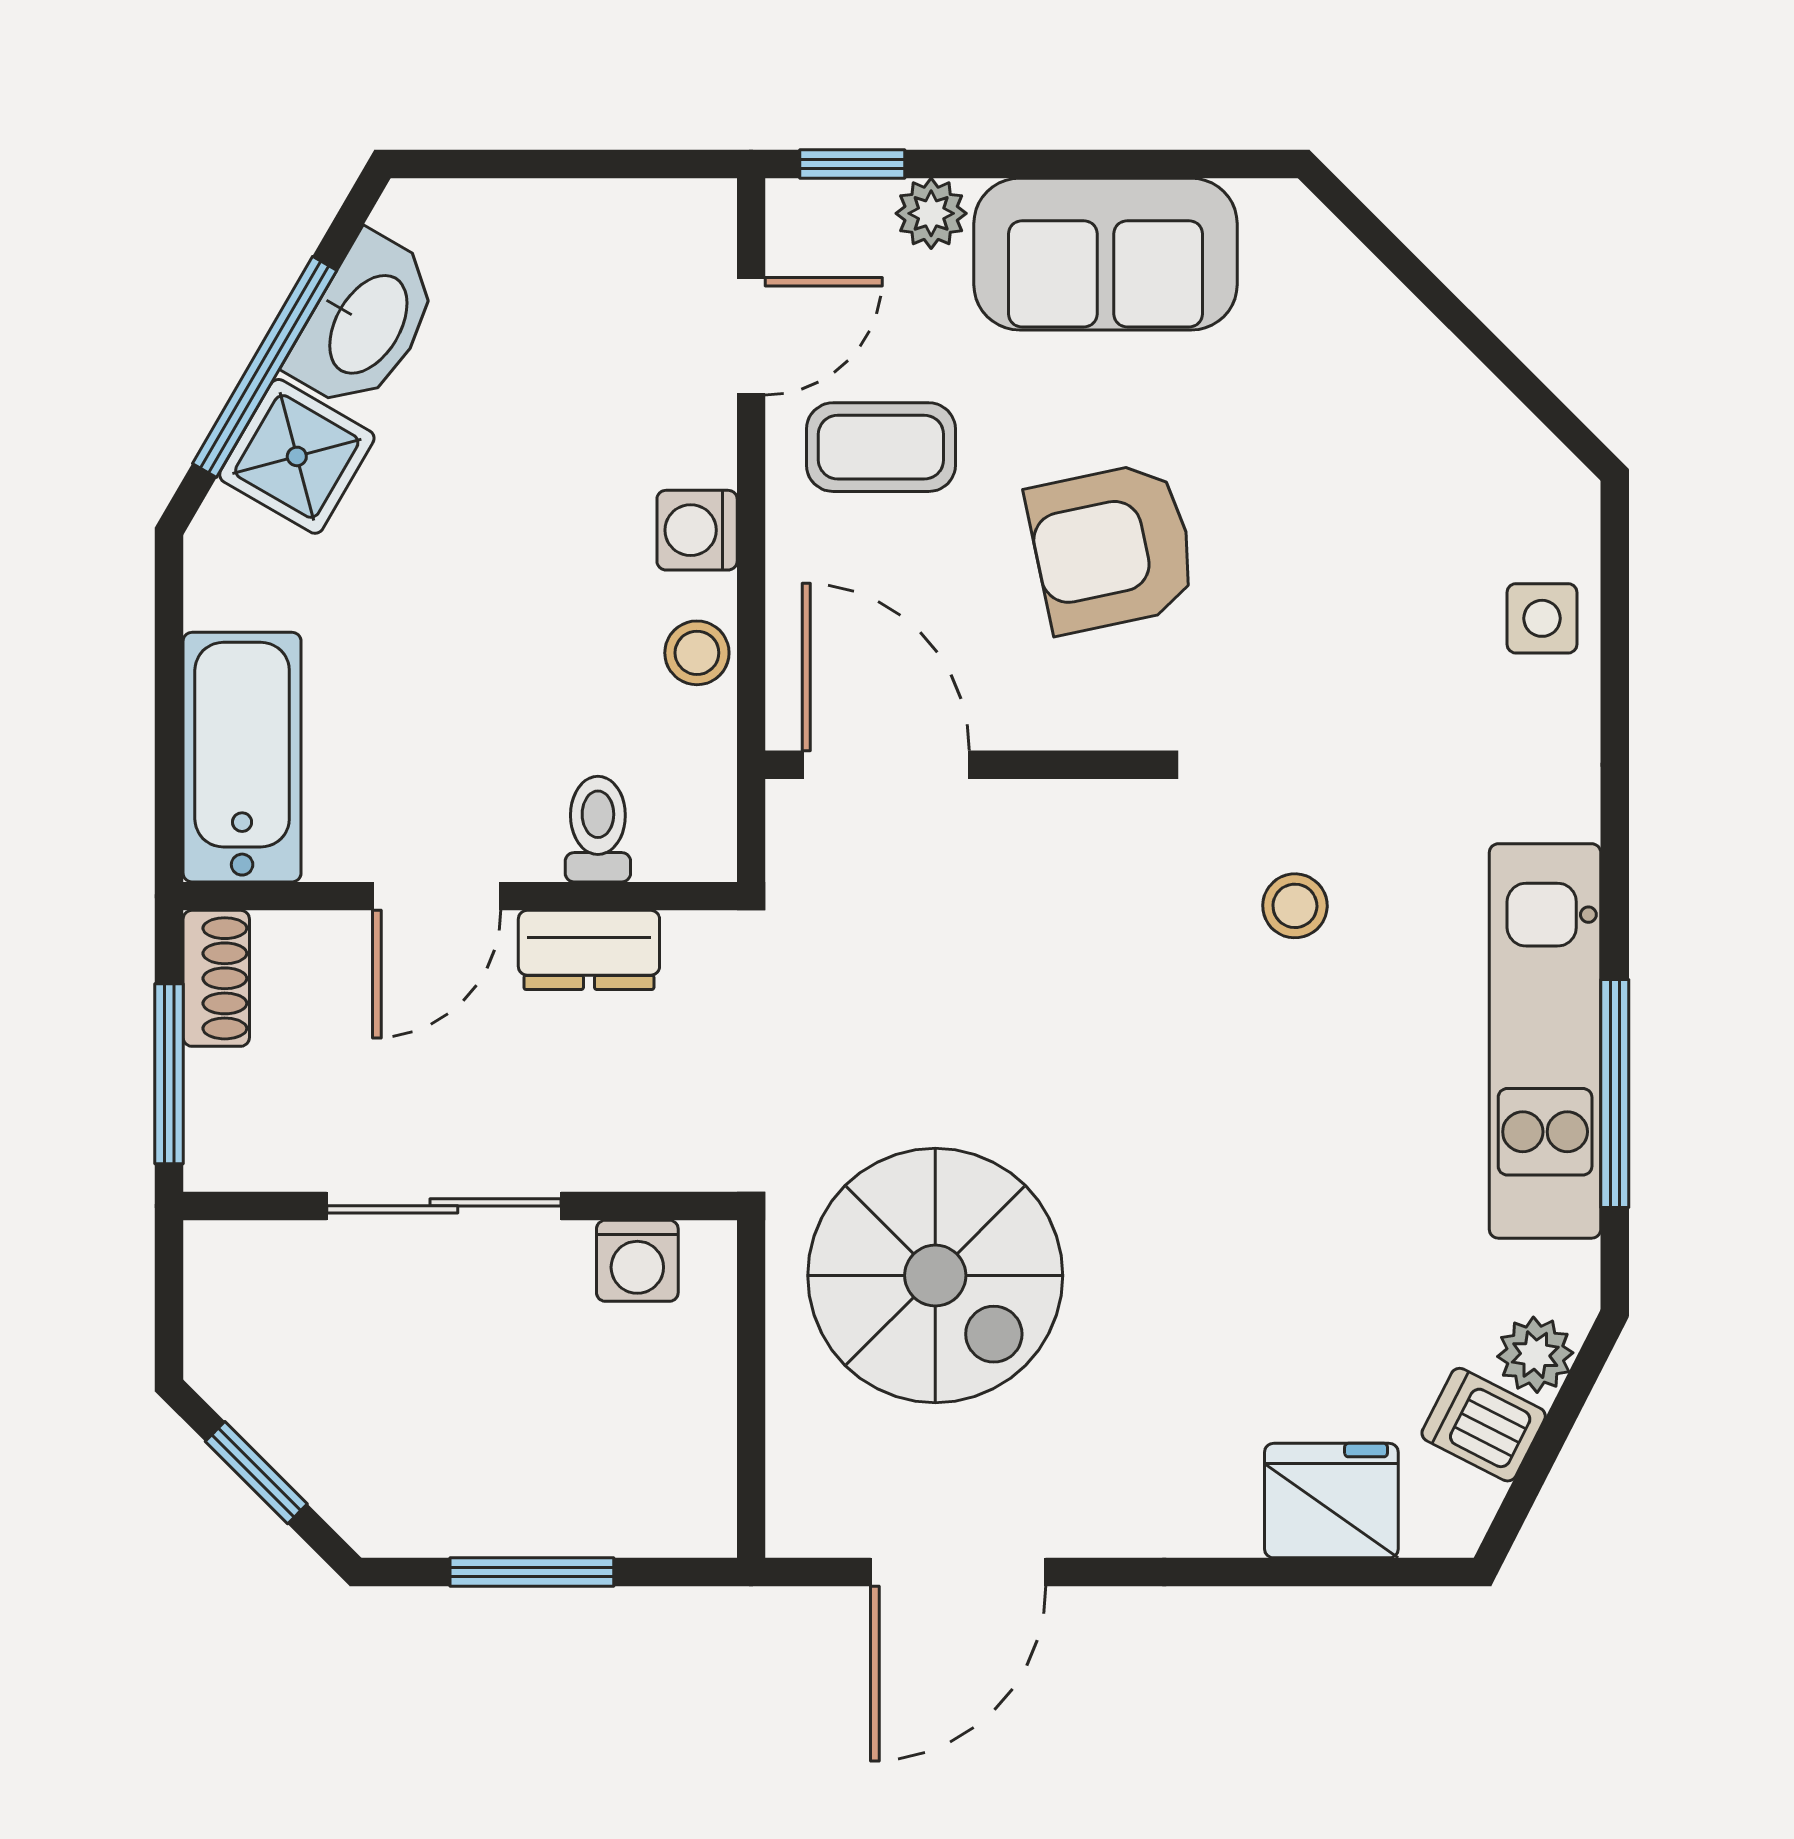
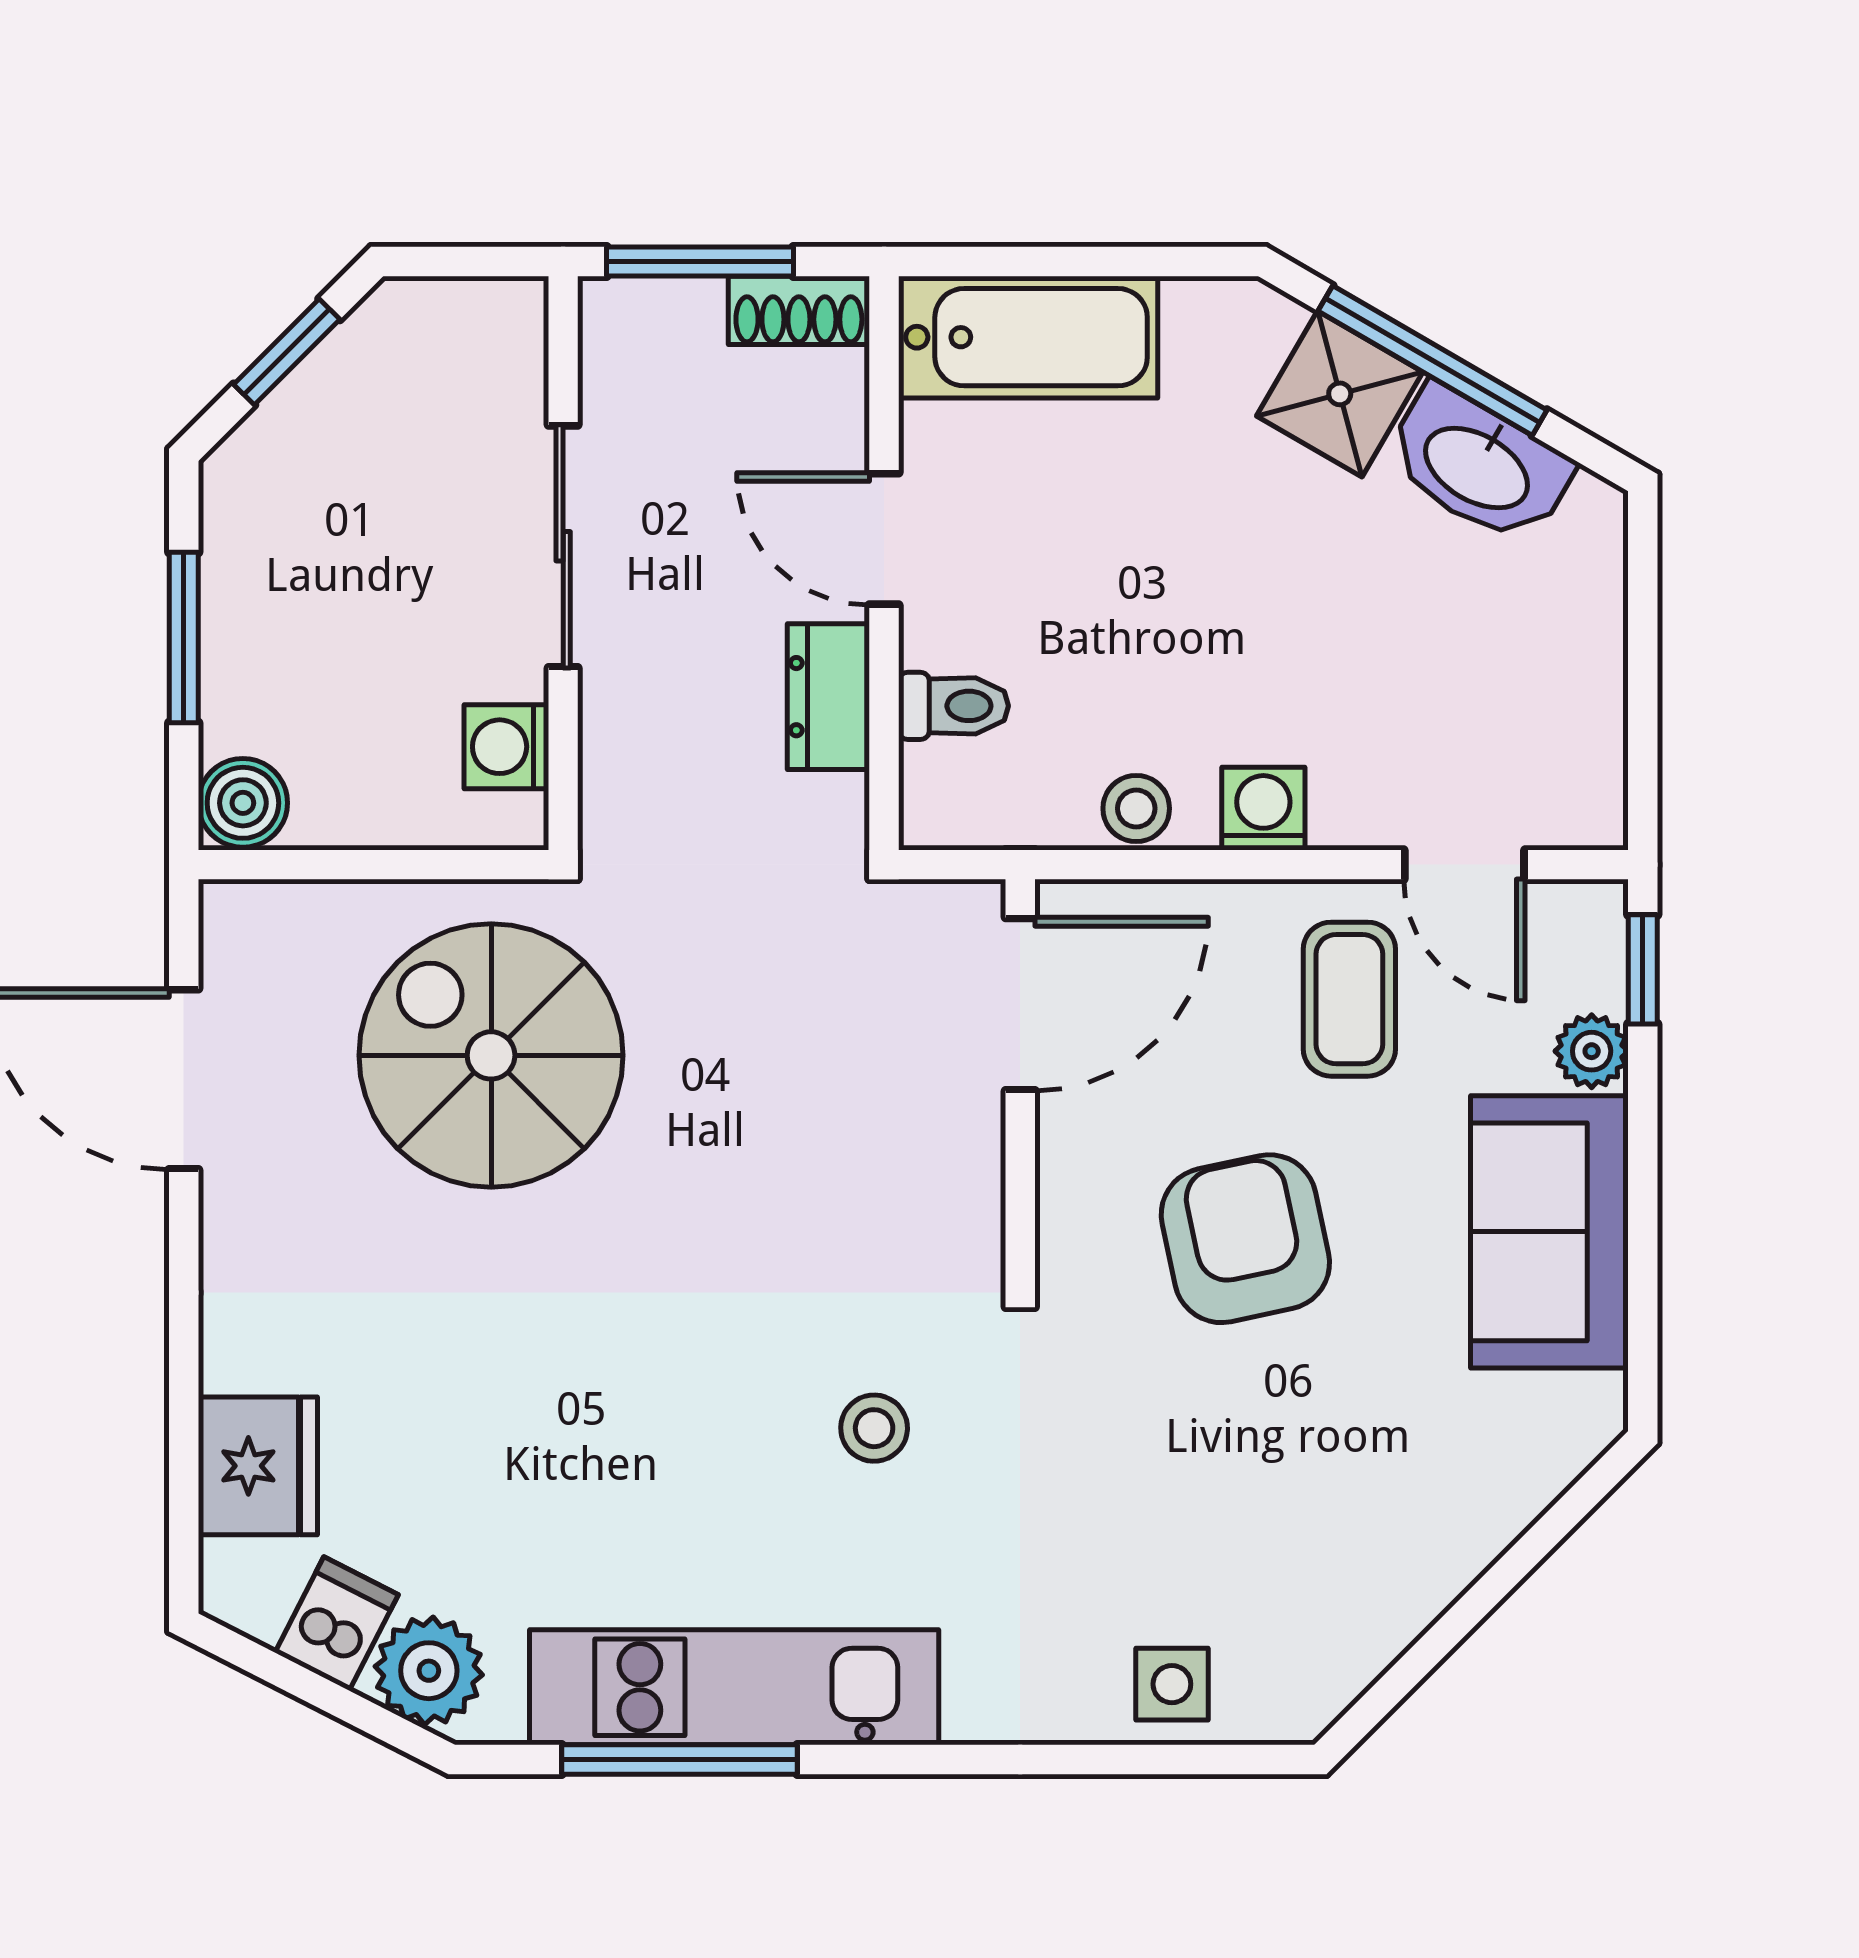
spiral stairs: (935, 1276) -> (491, 1055), turned 90
plant: (1535, 1355) -> (429, 1671), width x1.38, depth x1.38
boiler: (691, 1515) -> (243, 803), added

